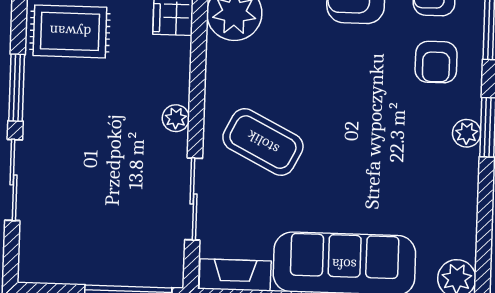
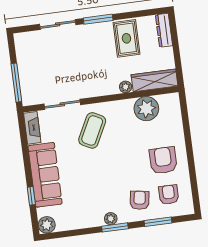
armchair: (436, 62) -> (140, 200), turned 99
plant: (176, 118) -> (126, 87), moved

